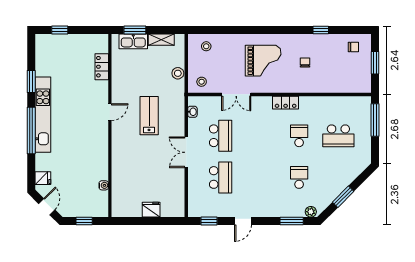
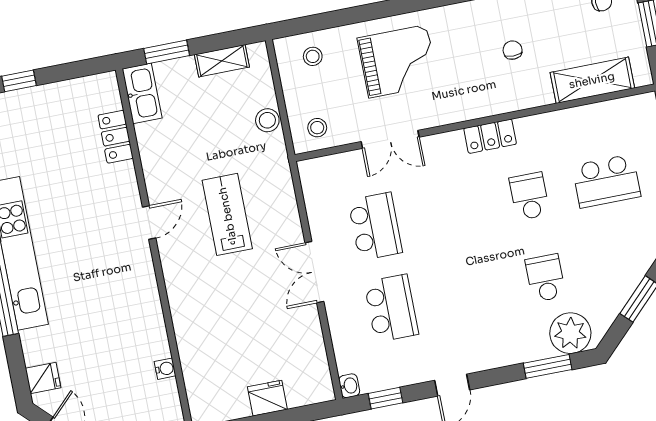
kitchen sink: (133, 41) -> (142, 93), moved, turned -90
grand piano: (263, 61) -> (398, 61), moved
shelving: (341, 85) -> (592, 80), added
washbasin: (192, 112) -> (349, 386), moved
plant: (311, 212) -> (570, 333), width x1.88, depth x1.88

